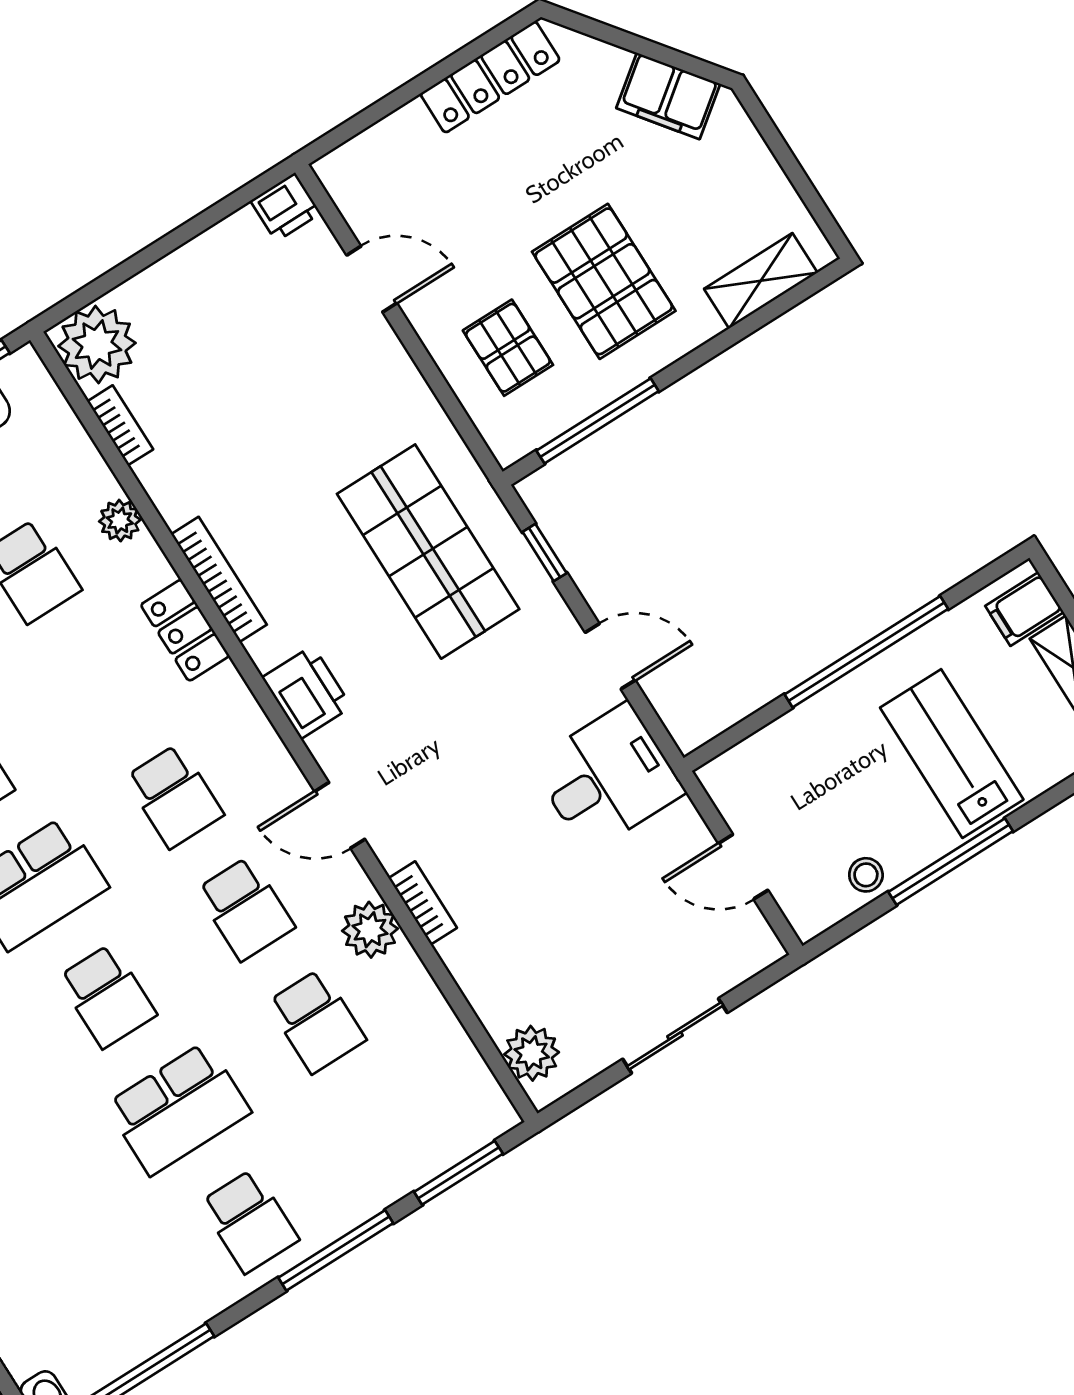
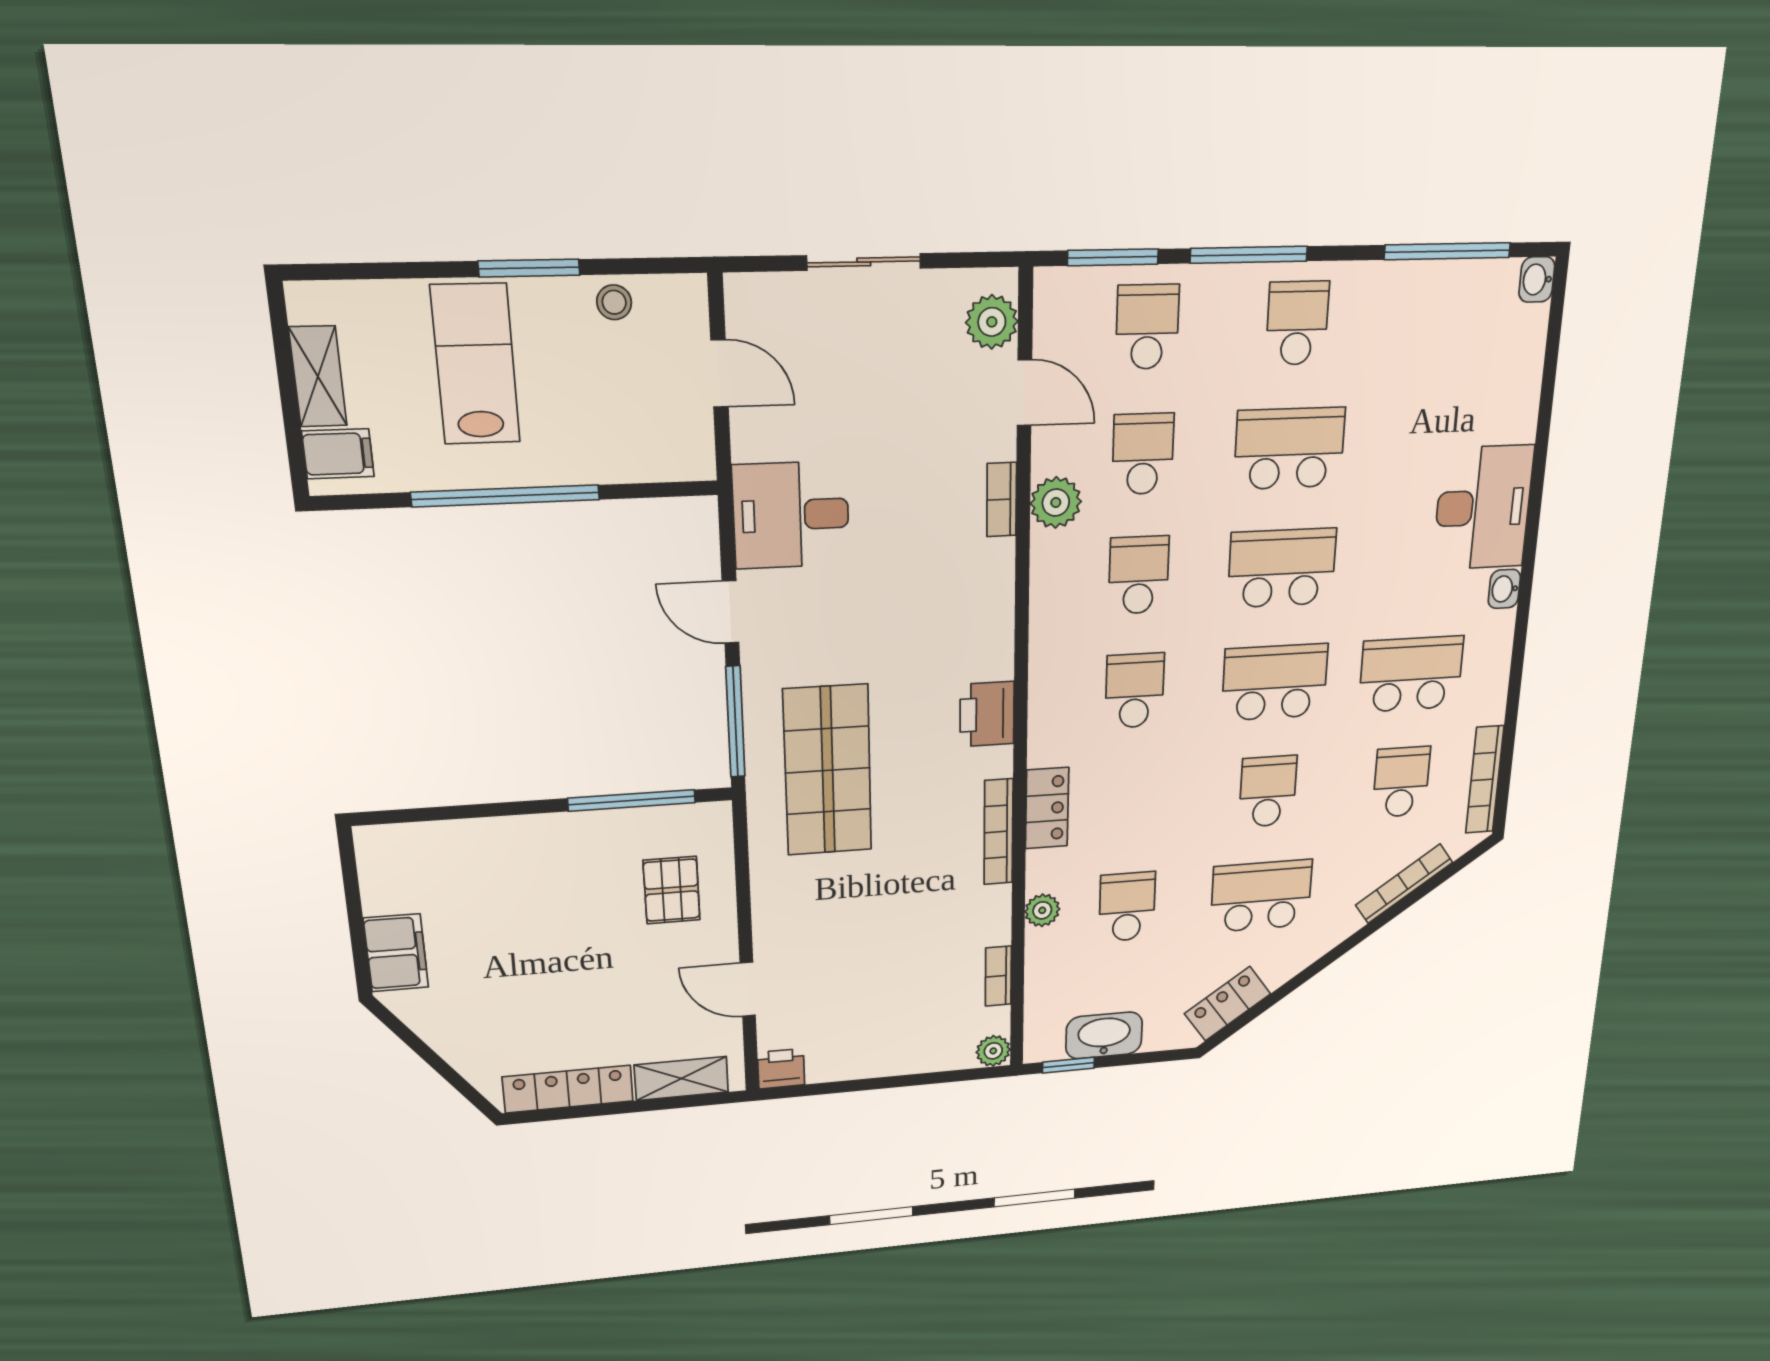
filing cabinet: (668, 96) -> (396, 953), moved, turned 37
pallet: (604, 281) -> (564, 902), removed
shelving: (761, 281) -> (681, 1078), moved
plant: (97, 345) -> (993, 1051), width x0.53, depth x0.53
window: (545, 552) -> (735, 722), width x2.17
lab bench: (952, 754) -> (475, 364), turned 180
door: (340, 815) -> (1024, 393), moved
window: (951, 862) -> (529, 268), width x0.69
school desk: (107, 996) -> (1282, 568), width x1.85
school desk: (388, 1134) -> (1147, 327), added

